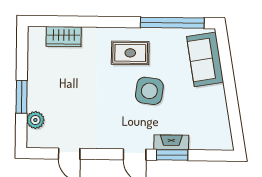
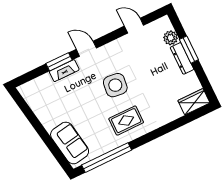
wardrobe: (64, 37) -> (194, 102), moved
dresser: (34, 91) -> (182, 58), added
side table: (149, 91) -> (115, 85), moved

